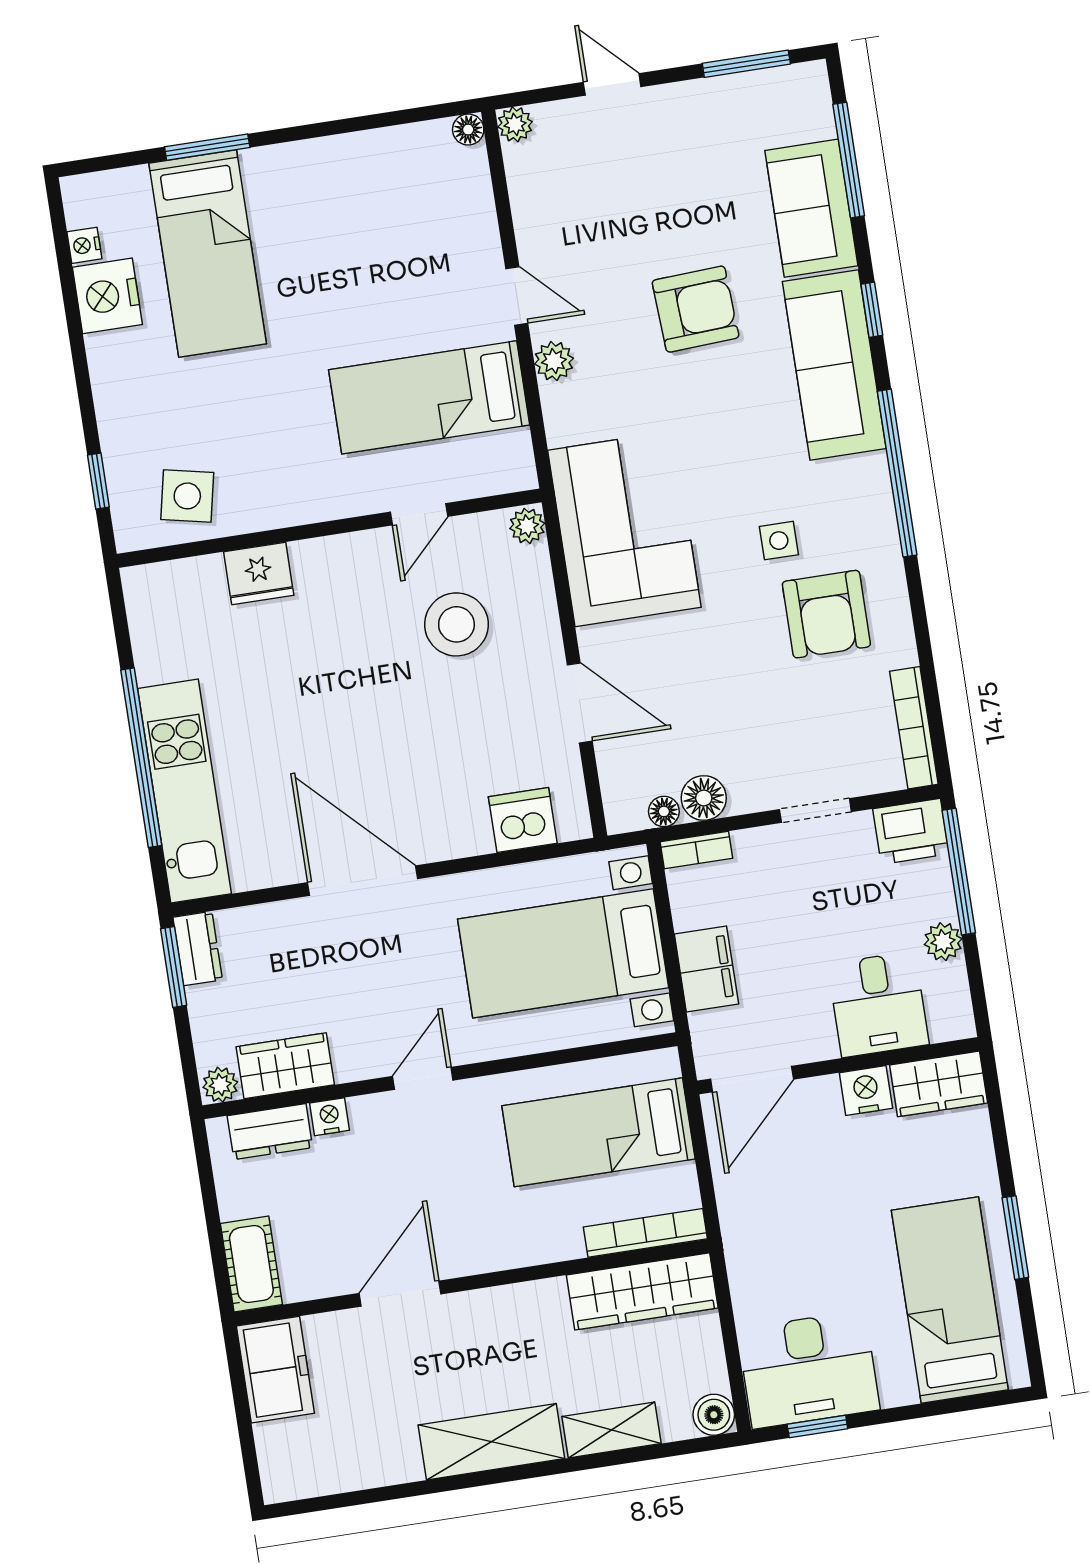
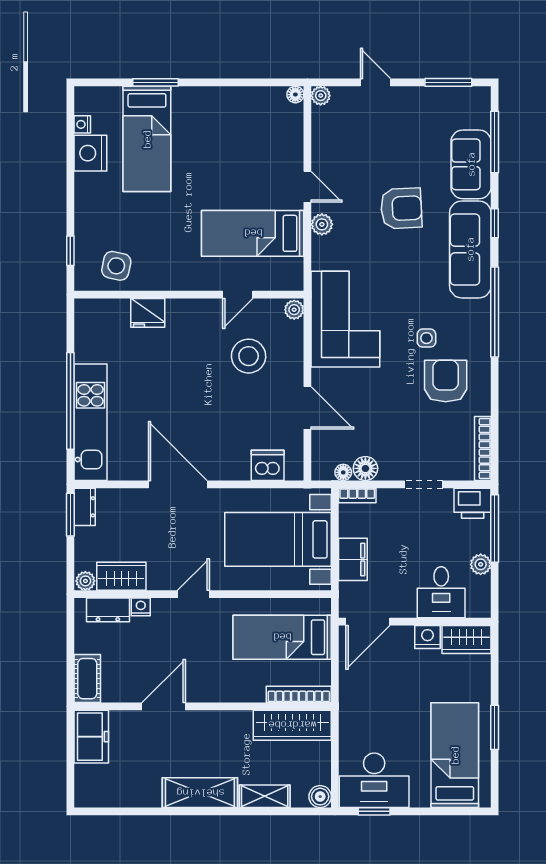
armchair: (826, 614) -> (446, 381), turned 180

